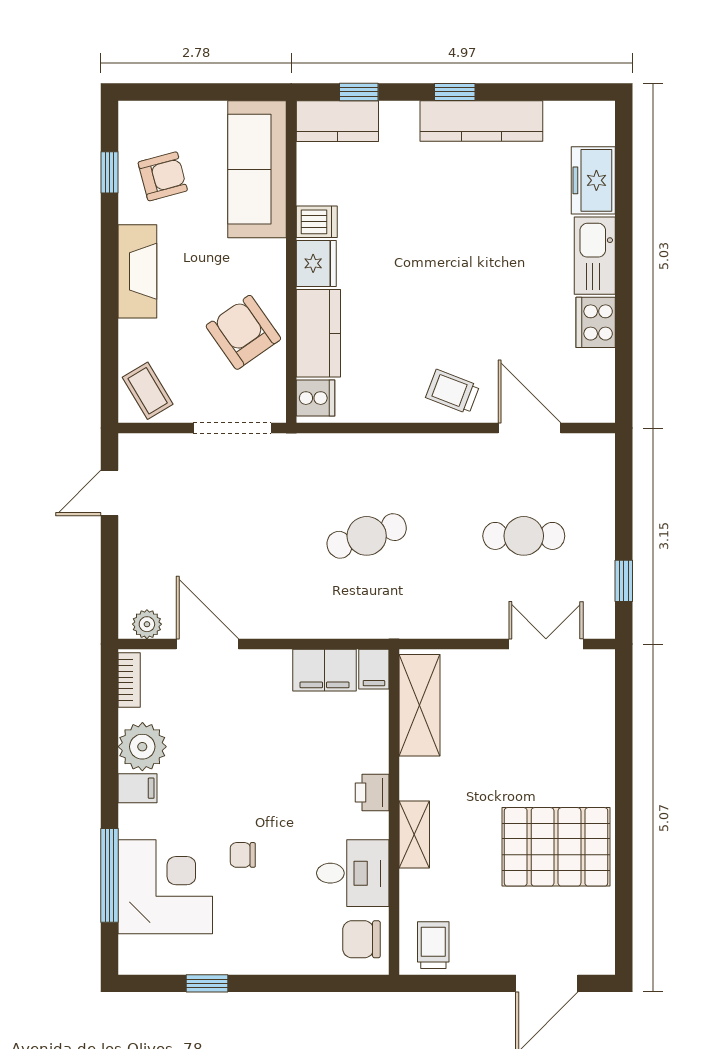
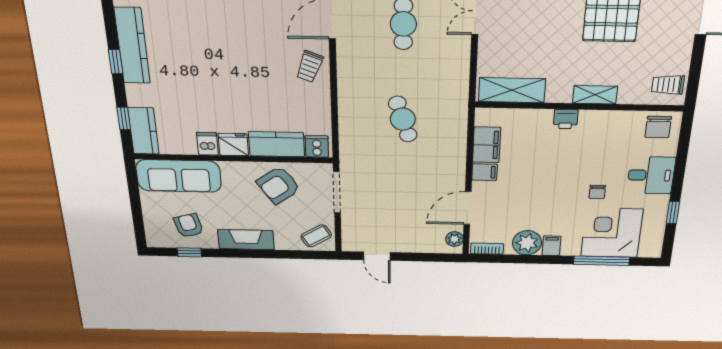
filing cabinet: (374, 669) -> (485, 172), moved
desk: (353, 873) -> (651, 175), moved, turned 90

